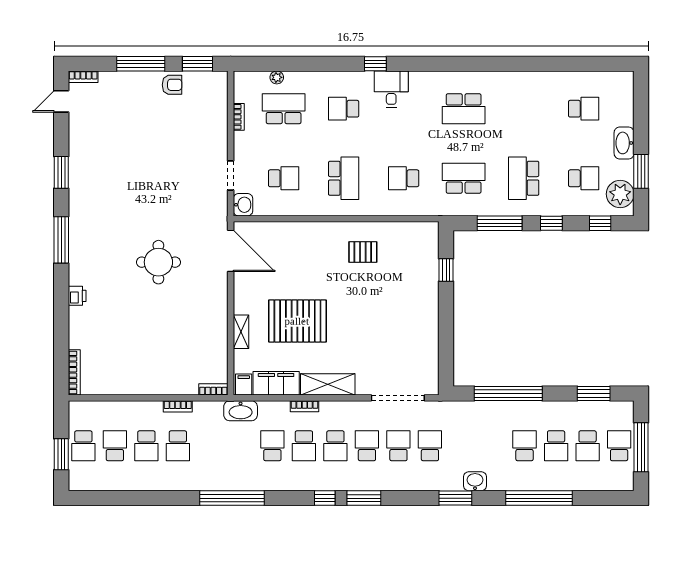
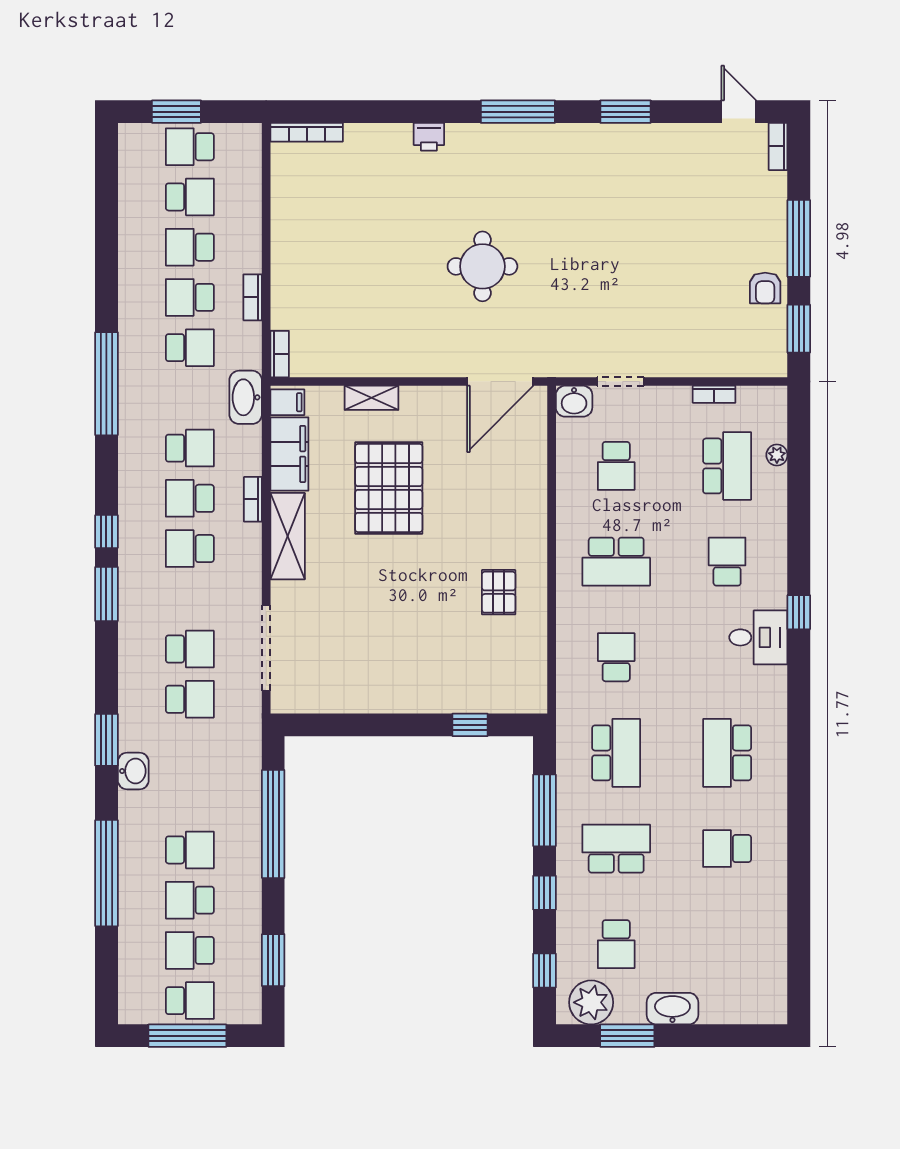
school desk: (584, 109) -> (727, 849), moved, turned 90
school desk: (367, 446) -> (190, 348), moved

